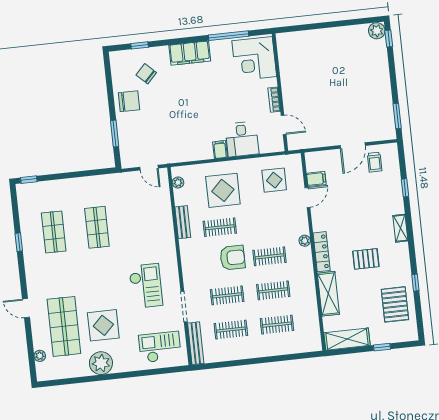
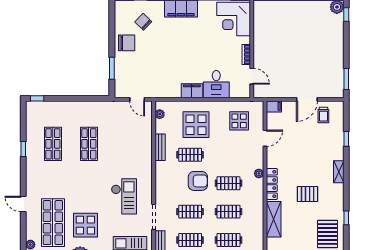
filing cabinet: (220, 150) -> (192, 91), width x2.00
filing cabinet: (316, 179) -> (274, 106), moved

